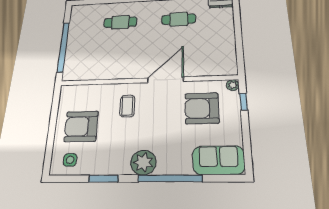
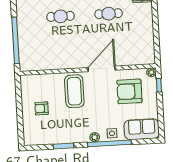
coffee table: (127, 106) -> (74, 91), width x1.86, depth x1.72
armchair: (81, 126) -> (42, 108), width x0.53, depth x0.53
side table: (70, 160) -> (112, 133), moved
plant: (143, 162) -> (95, 137), width x0.53, depth x0.53

